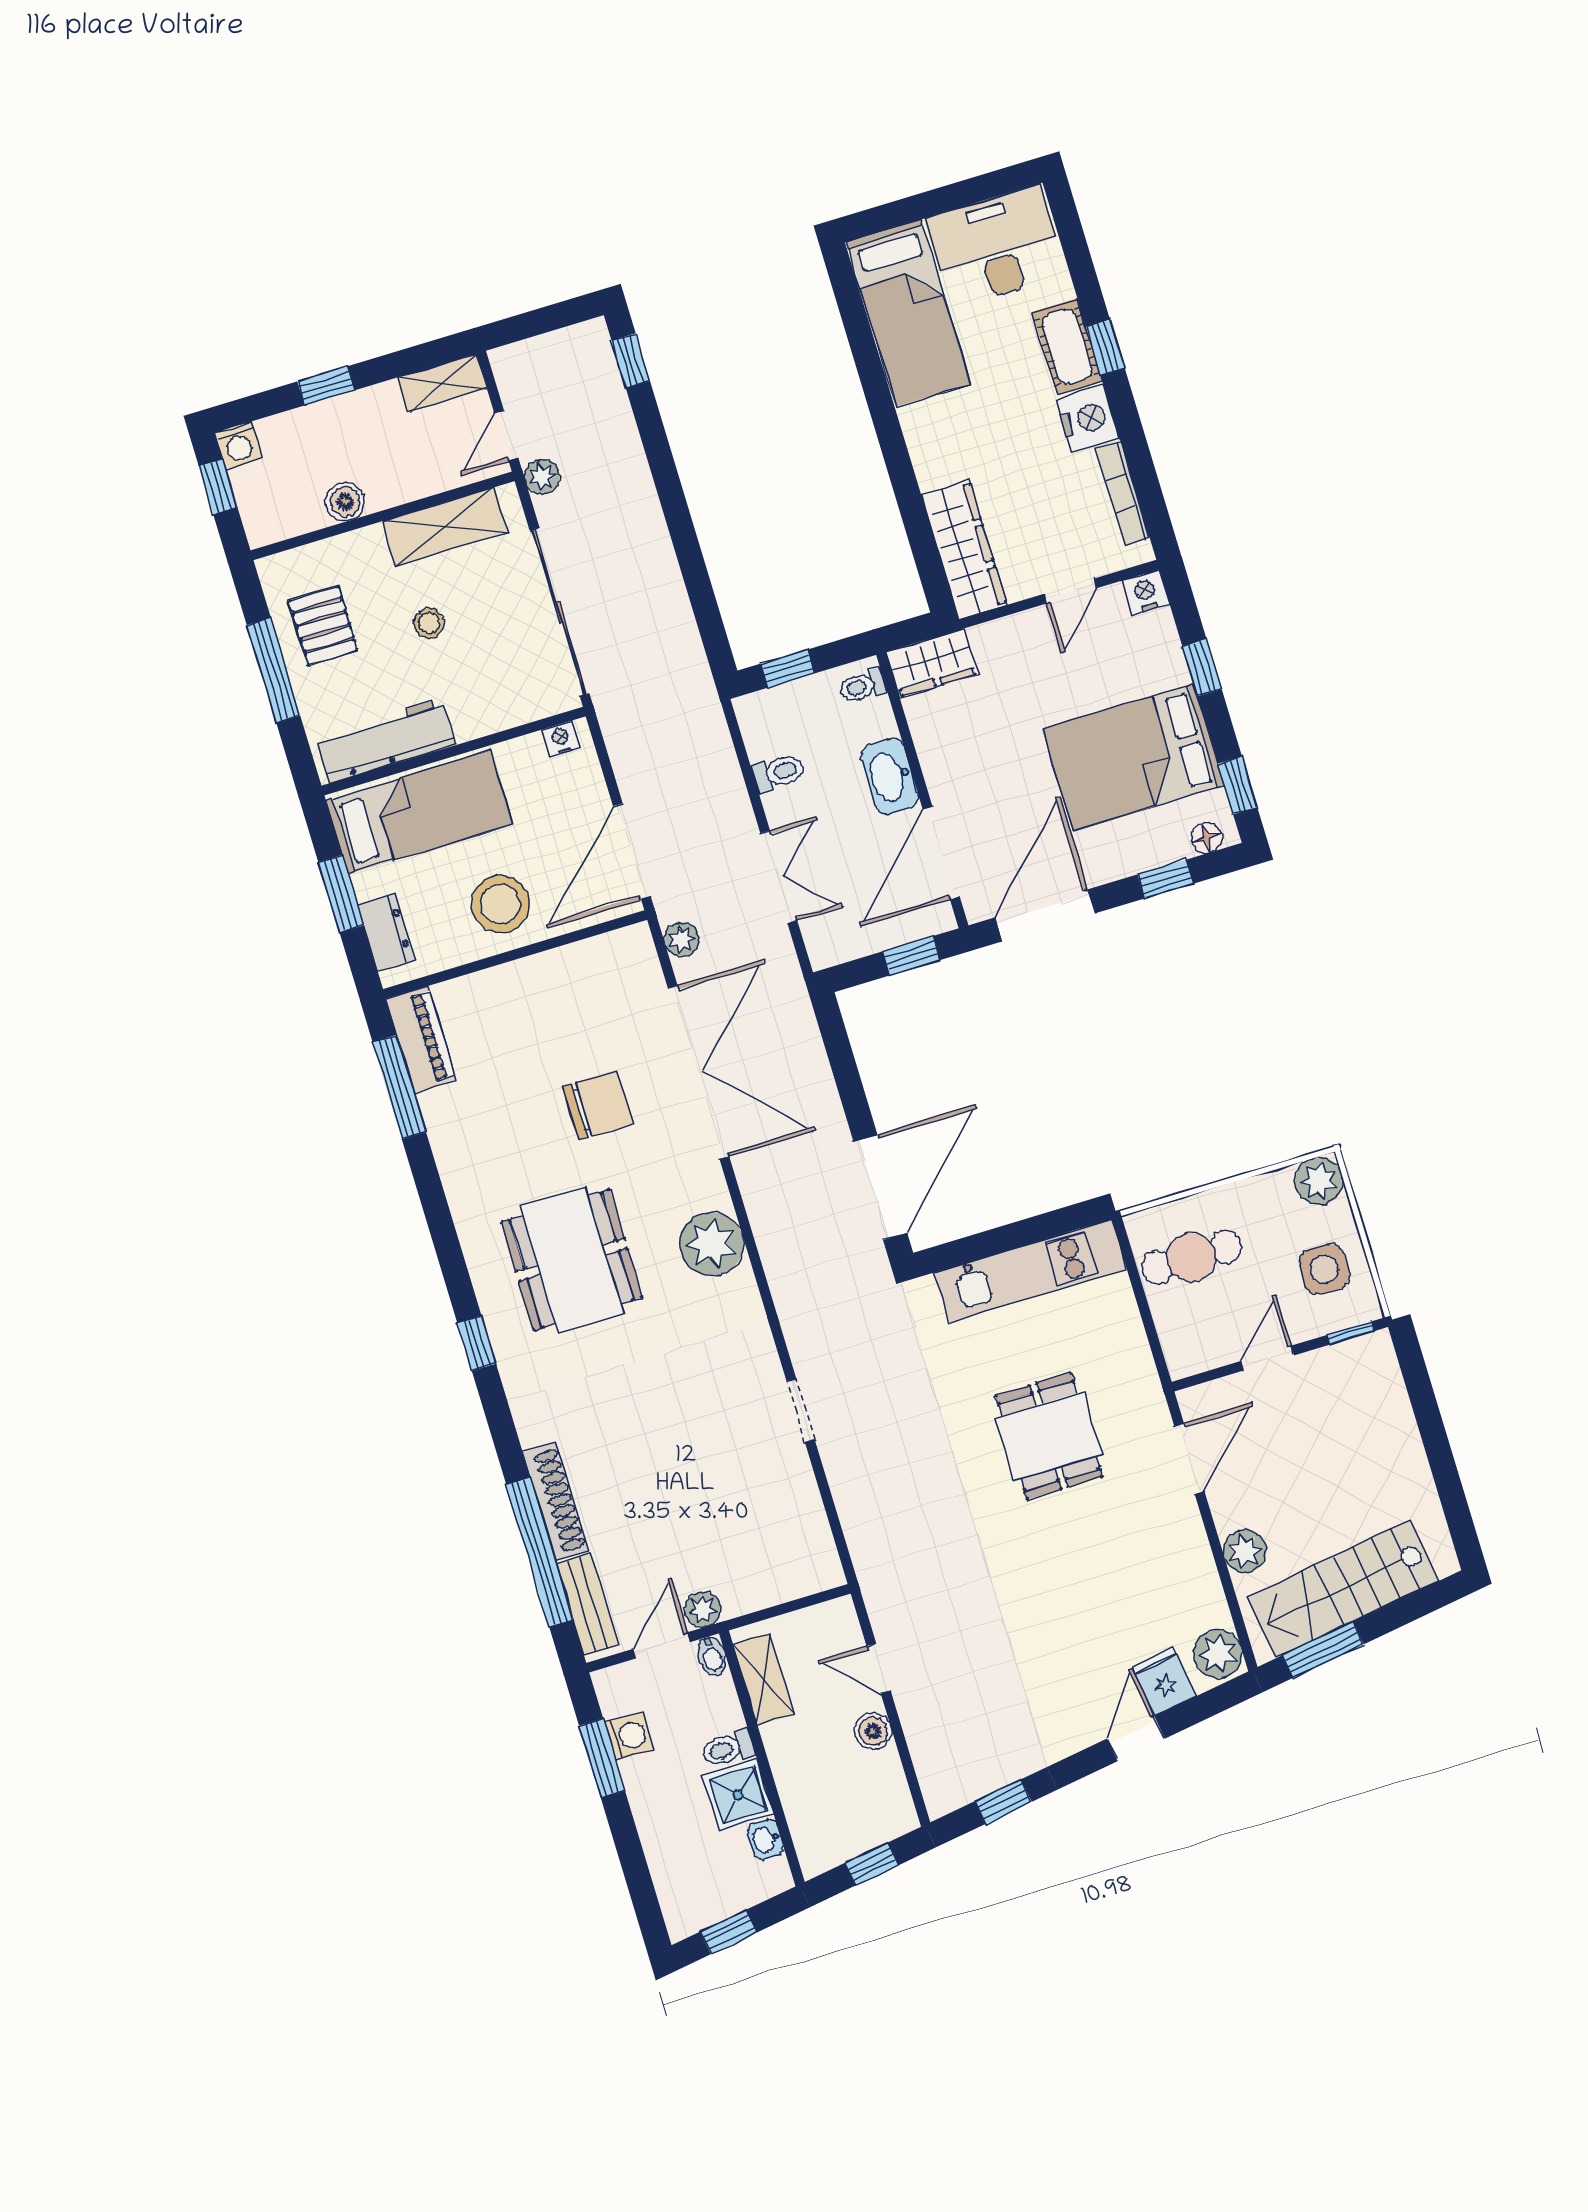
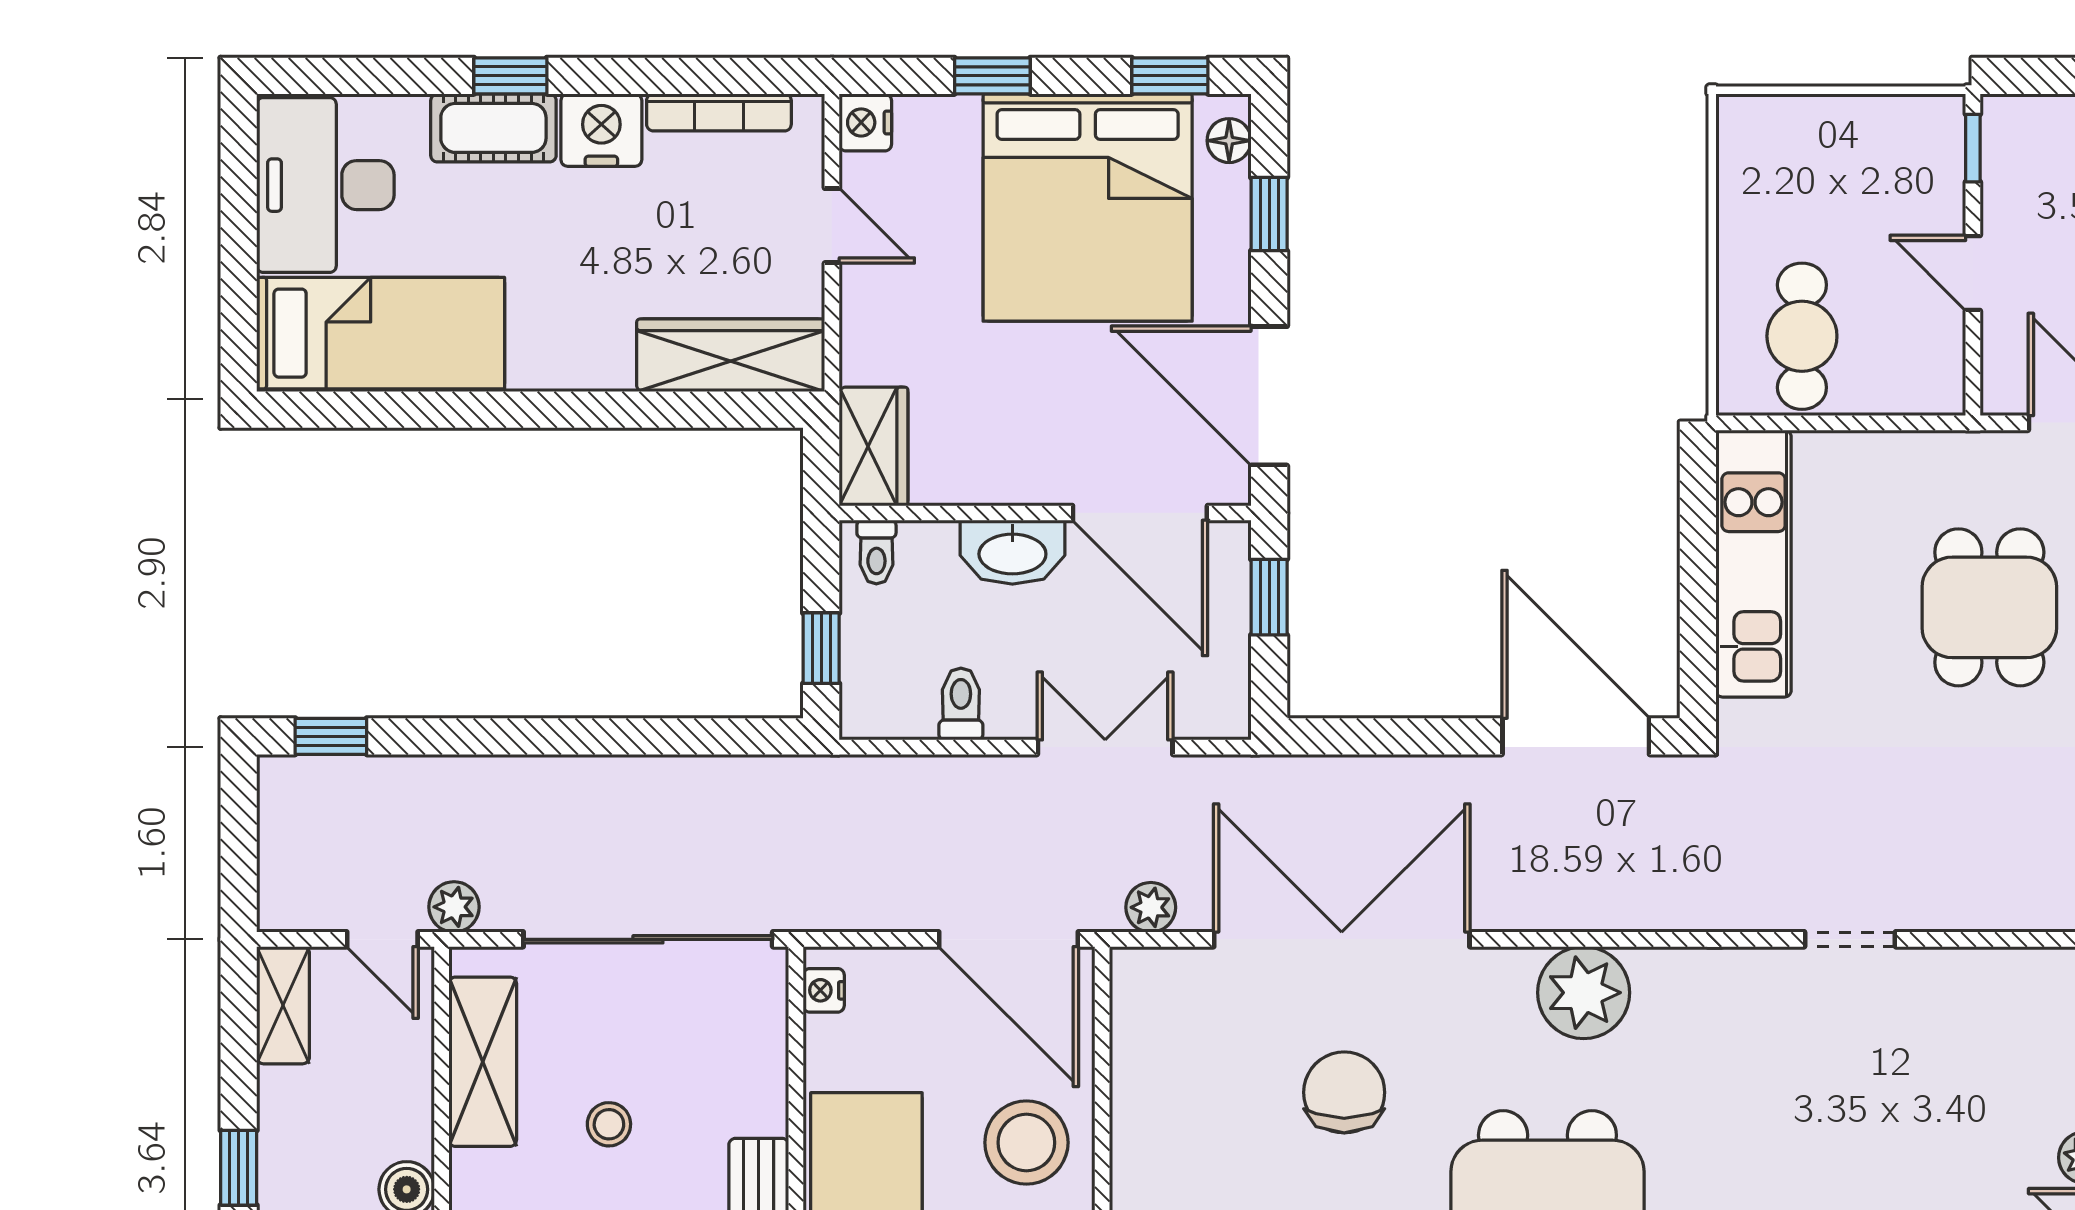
bed: (1134, 757) -> (1088, 207), width x1.36
plant: (1319, 1181) -> (1750, 128), removed
side table: (1324, 1269) -> (1874, 158), removed
dining table: (1049, 1436) -> (1989, 607), turned 90

